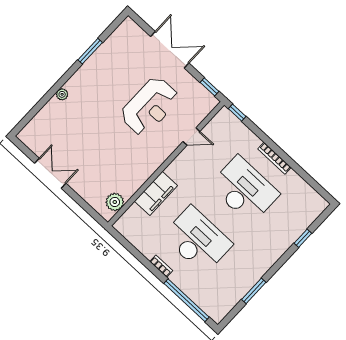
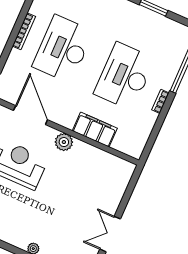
door: (191, 136) -> (31, 115), width x1.87
plant: (115, 202) -> (64, 142), moved

